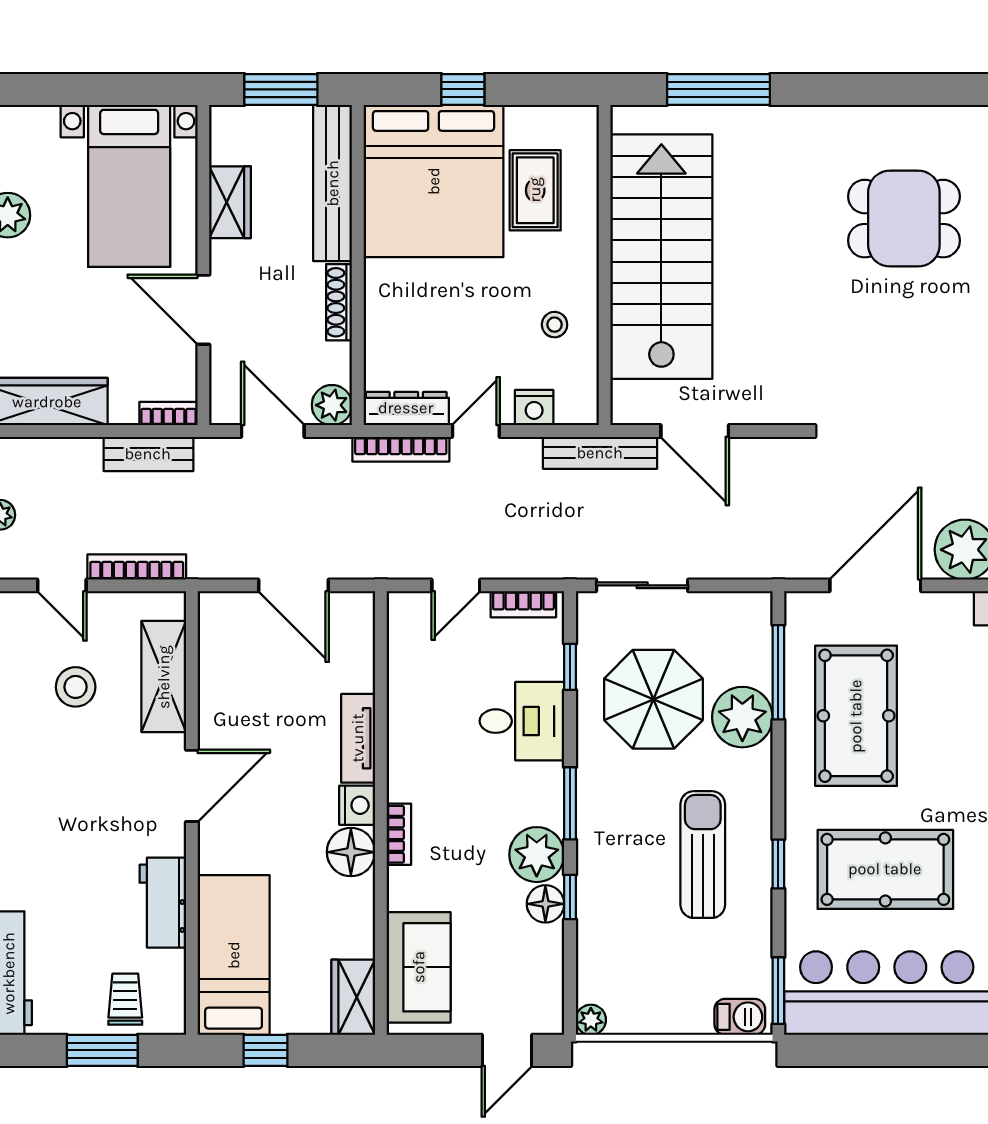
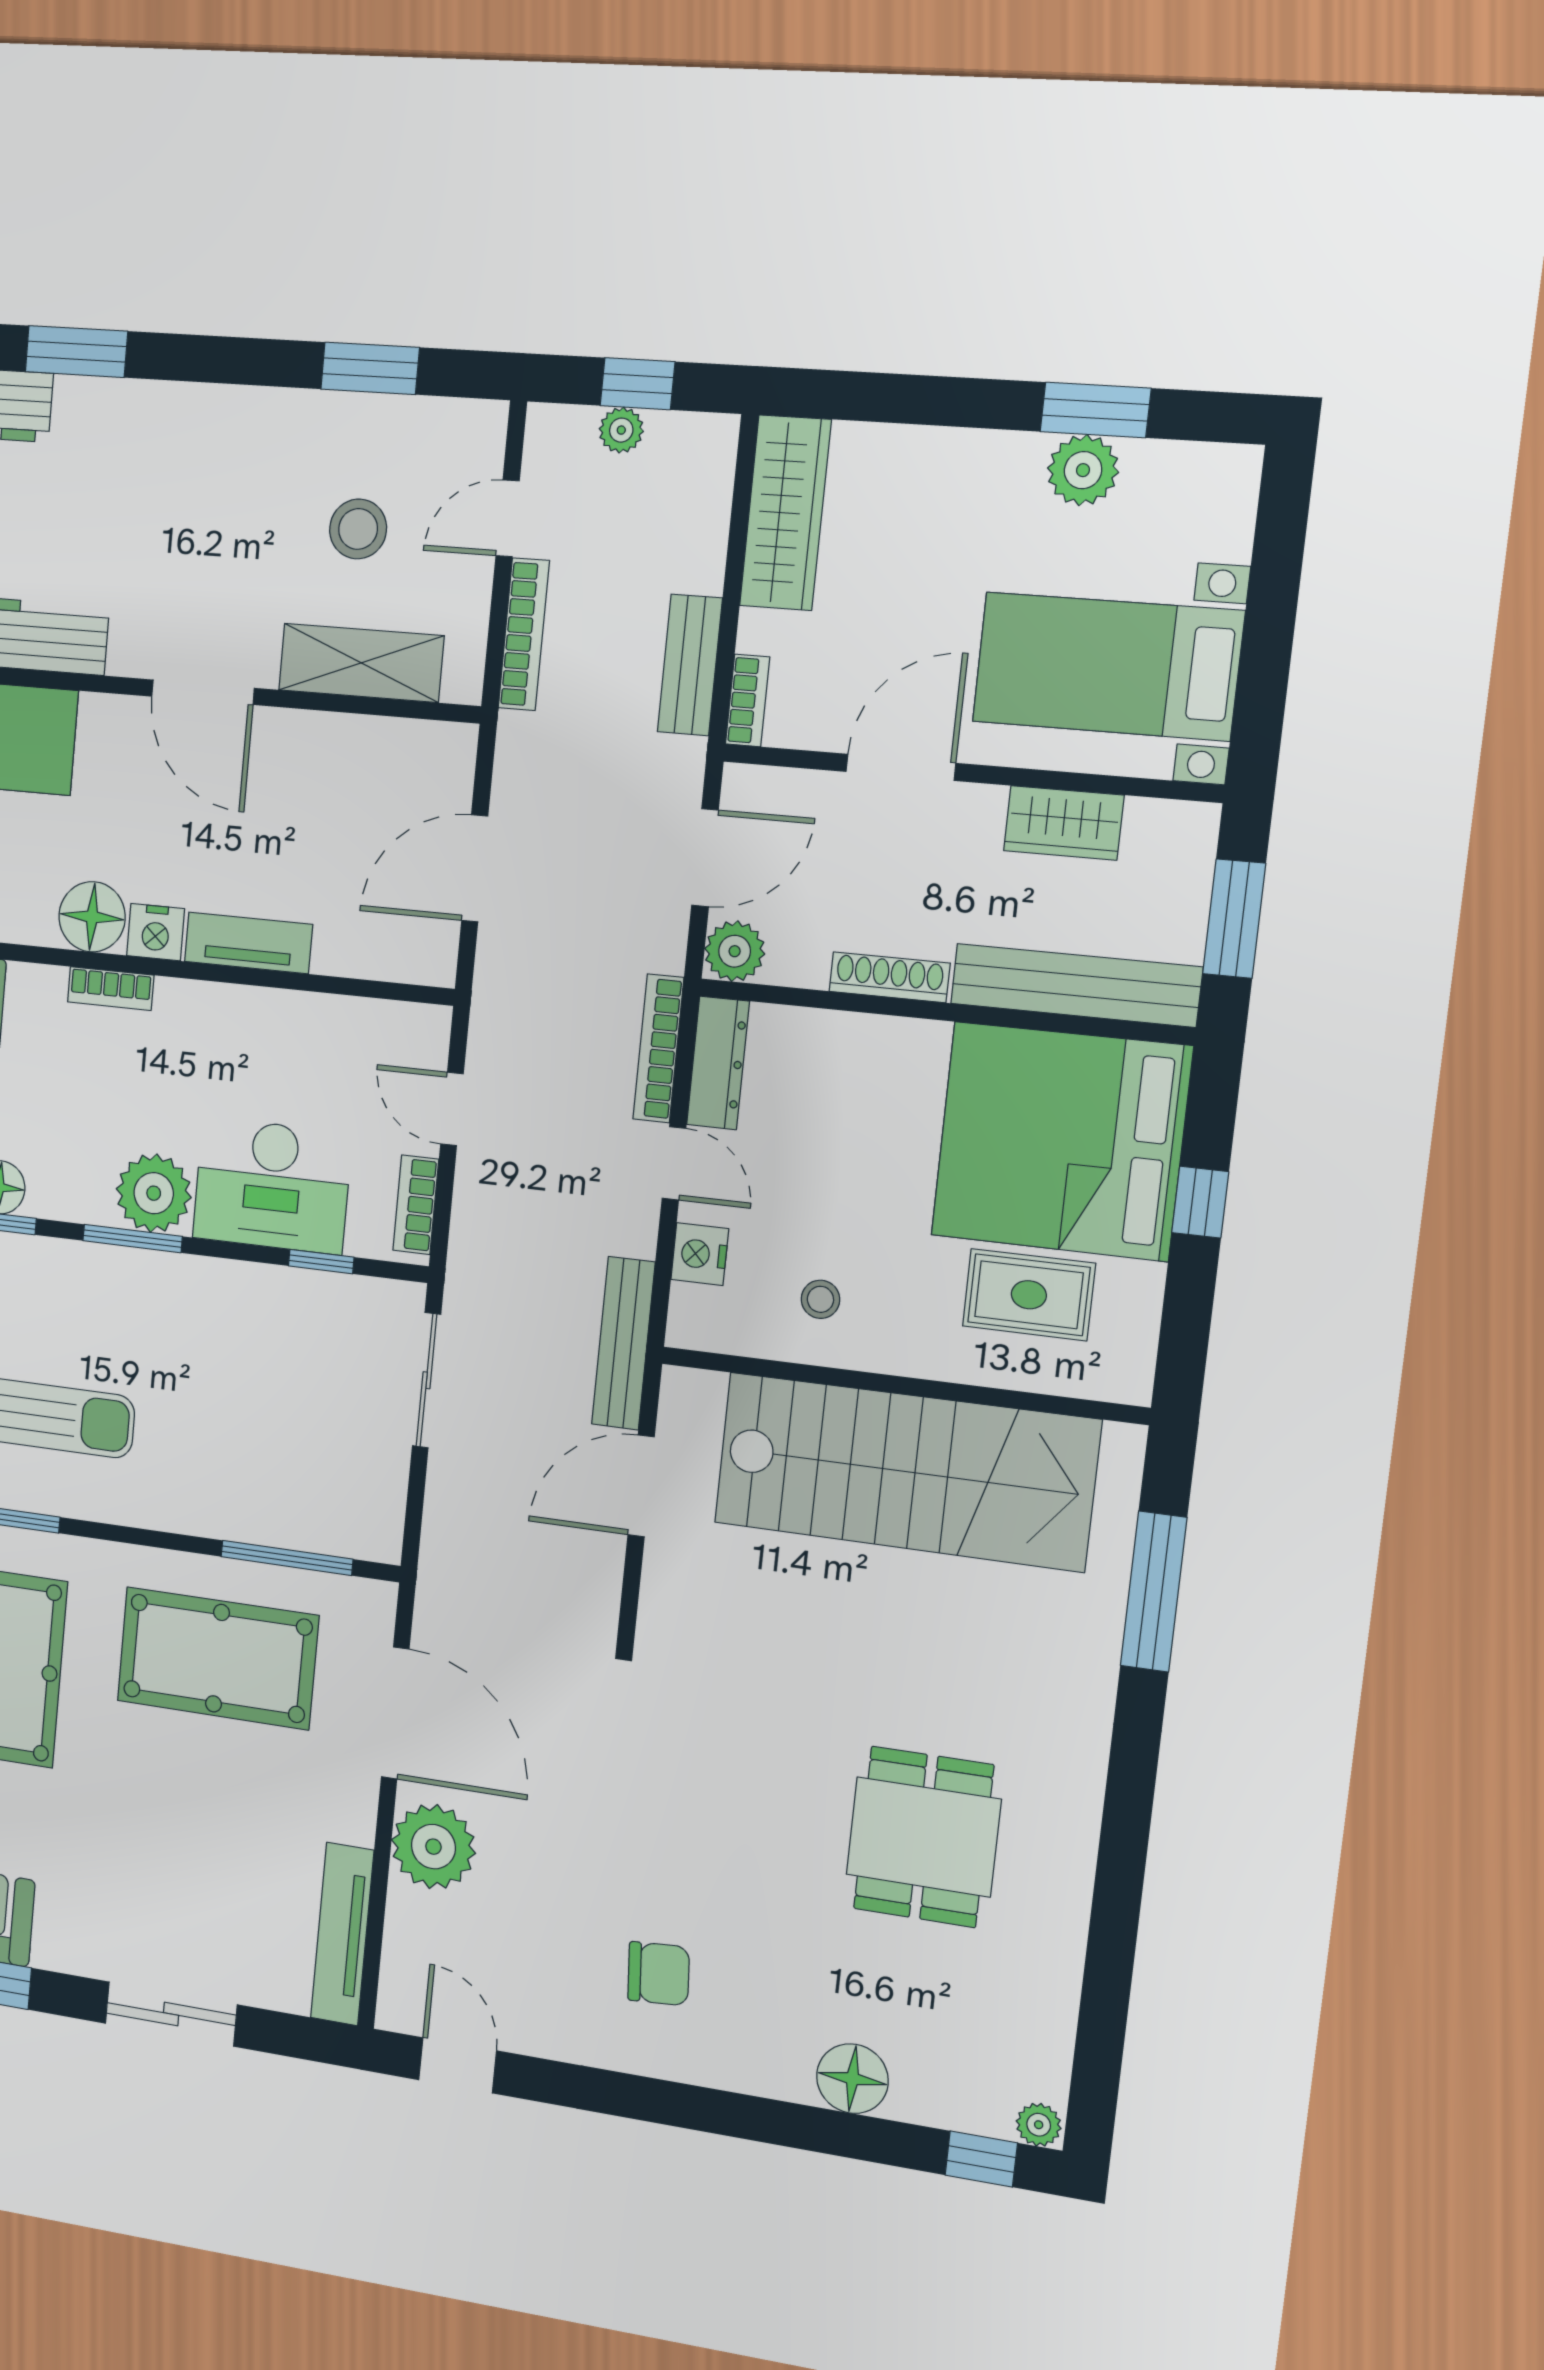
parasol: (653, 699) -> (265, 1376), removed
plant: (742, 717) -> (230, 1498), removed
desk: (522, 721) -> (272, 1186), width x1.37
plant: (537, 855) -> (154, 1193), moved

